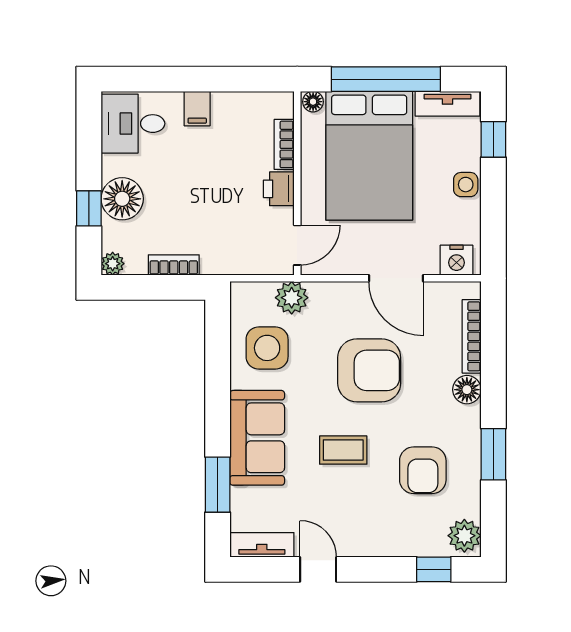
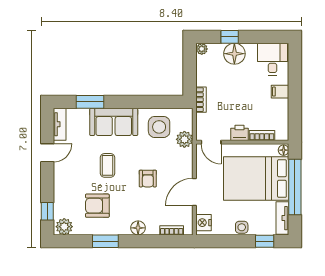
bookcase: (174, 265) -> (201, 100), moved
bookcase: (472, 336) -> (172, 230), width x0.64
armchair: (369, 370) -> (148, 179), width x0.53, depth x0.53

